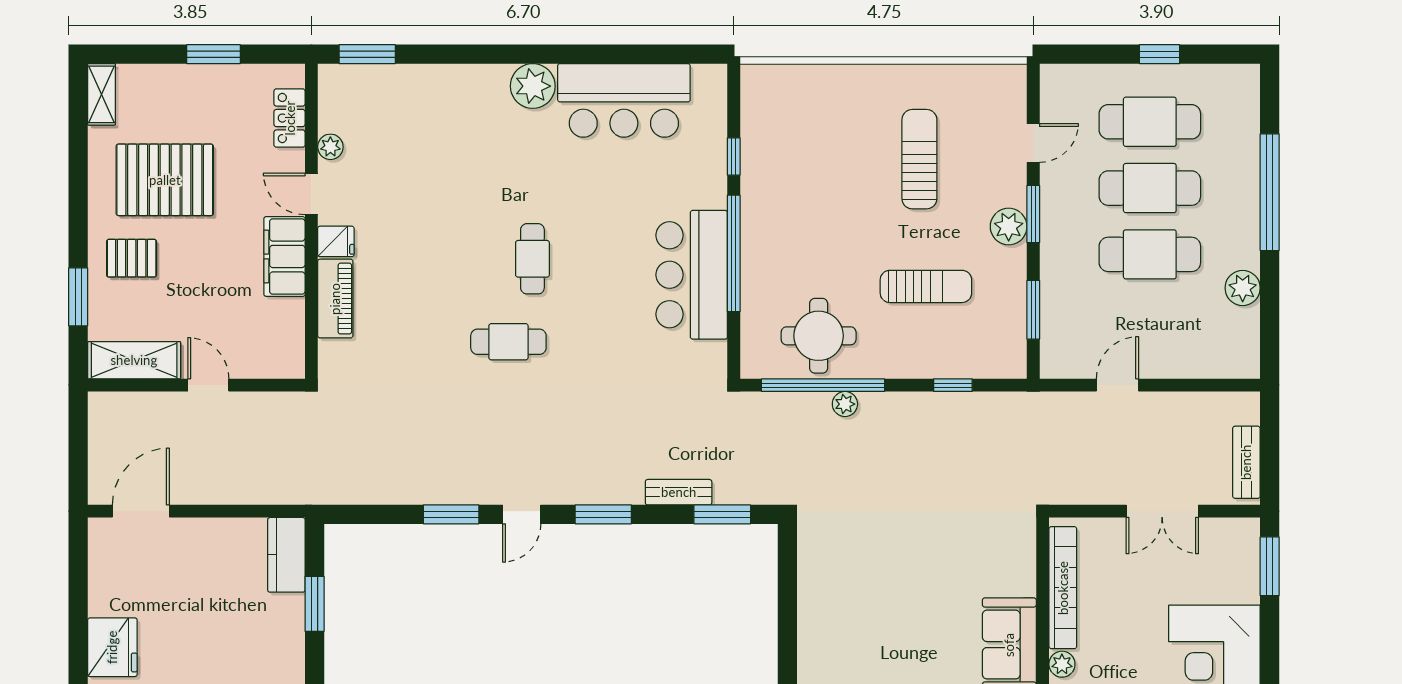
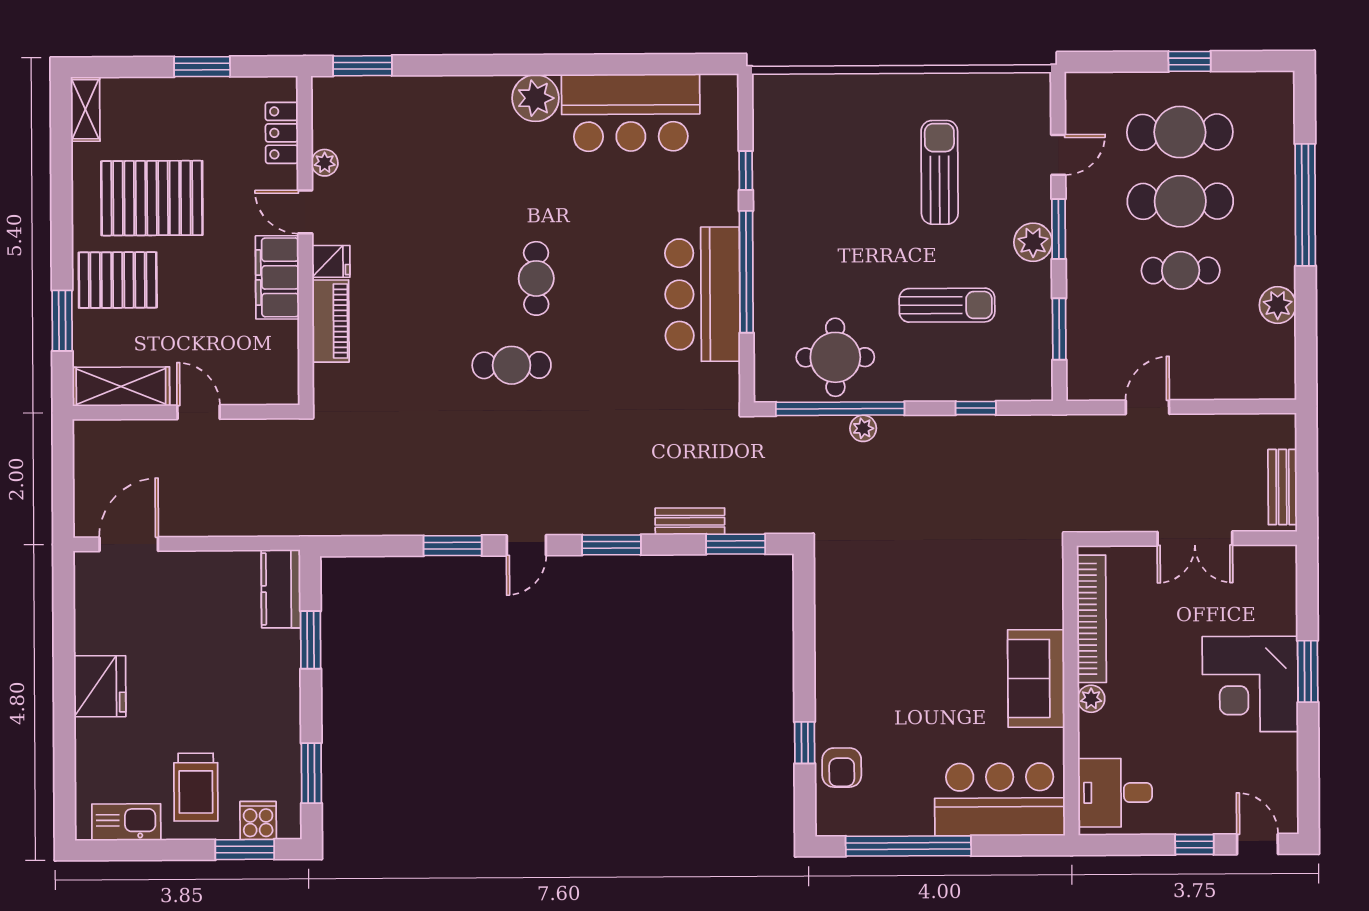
cafe table: (1150, 254) -> (1181, 270), width x0.73, depth x0.74
pallet: (132, 258) -> (118, 280), width x1.50, depth x1.42
window: (1270, 566) -> (1308, 671), moved

